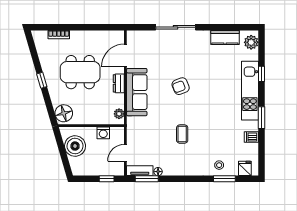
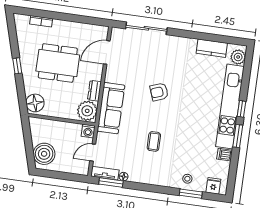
sliding door: (176, 27) -> (146, 28), moved
window: (261, 74) -> (242, 109), moved
dresser: (119, 83) -> (94, 91), moved
kitchen unit: (250, 91) -> (230, 106), width x1.36
sofa: (137, 92) -> (111, 108), moved
plant: (119, 114) -> (87, 111), width x1.88, depth x1.88
washing machine: (103, 133) -> (88, 131), moved
boiler: (75, 146) -> (44, 154), moved
window: (107, 179) -> (70, 177), removed

